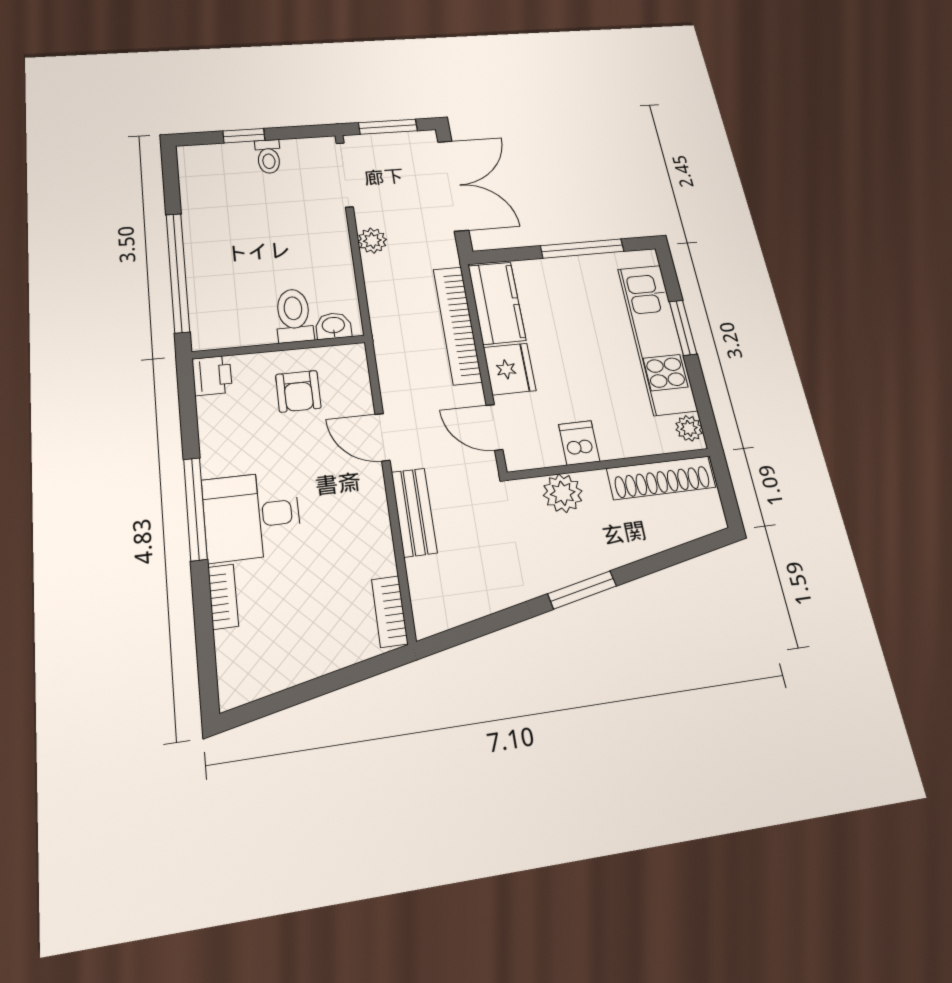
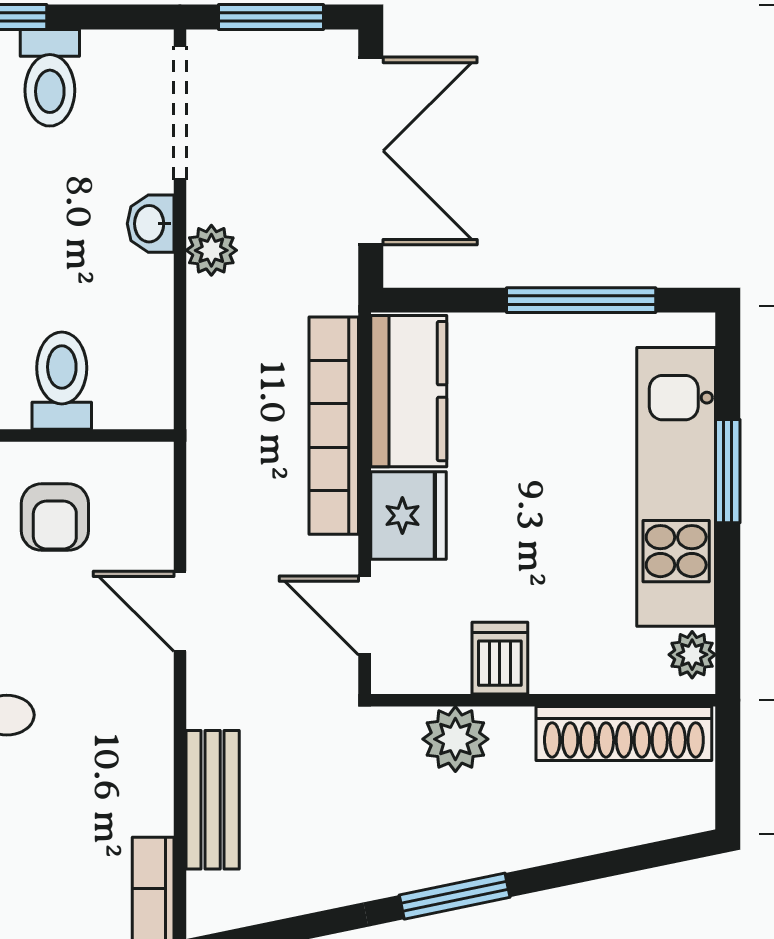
toilet: (268, 157) -> (50, 78), width x1.37, depth x1.39
washbasin: (333, 326) -> (151, 224), moved, turned -90
bench: (414, 512) -> (213, 800), moved

